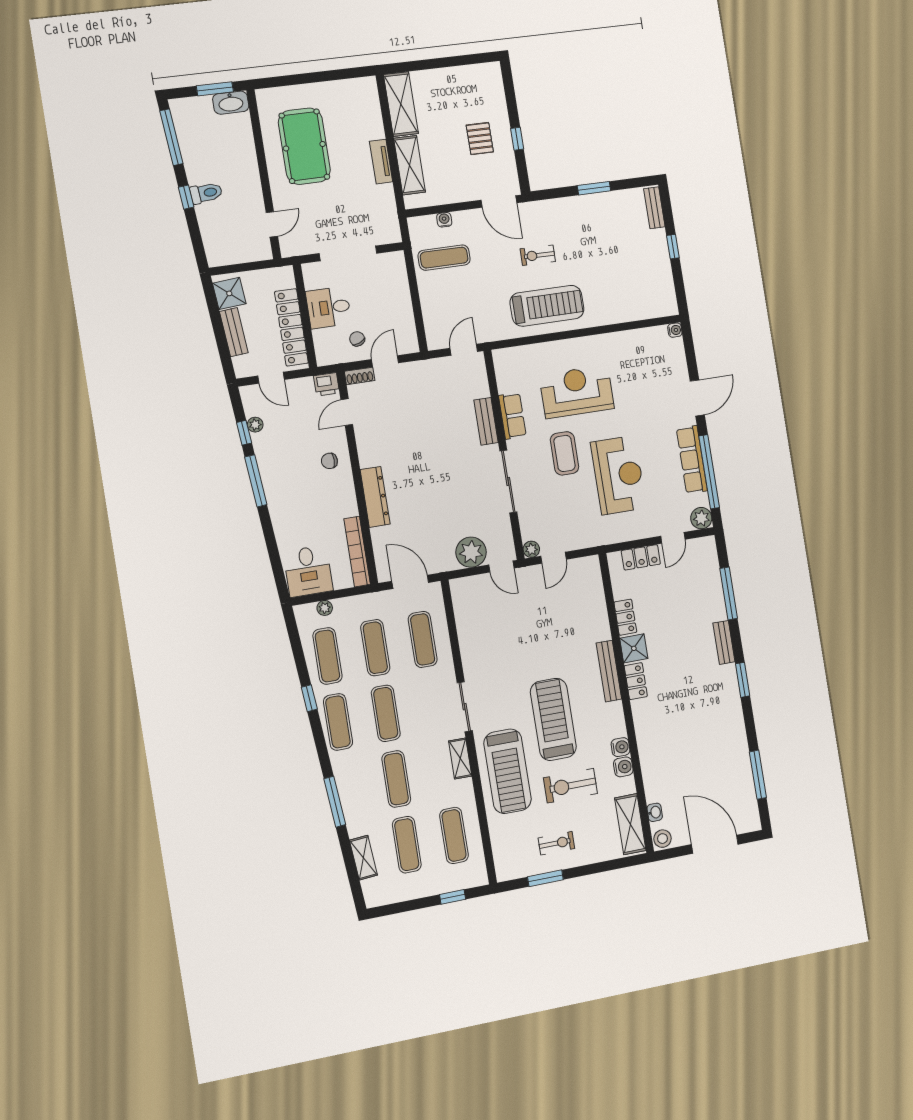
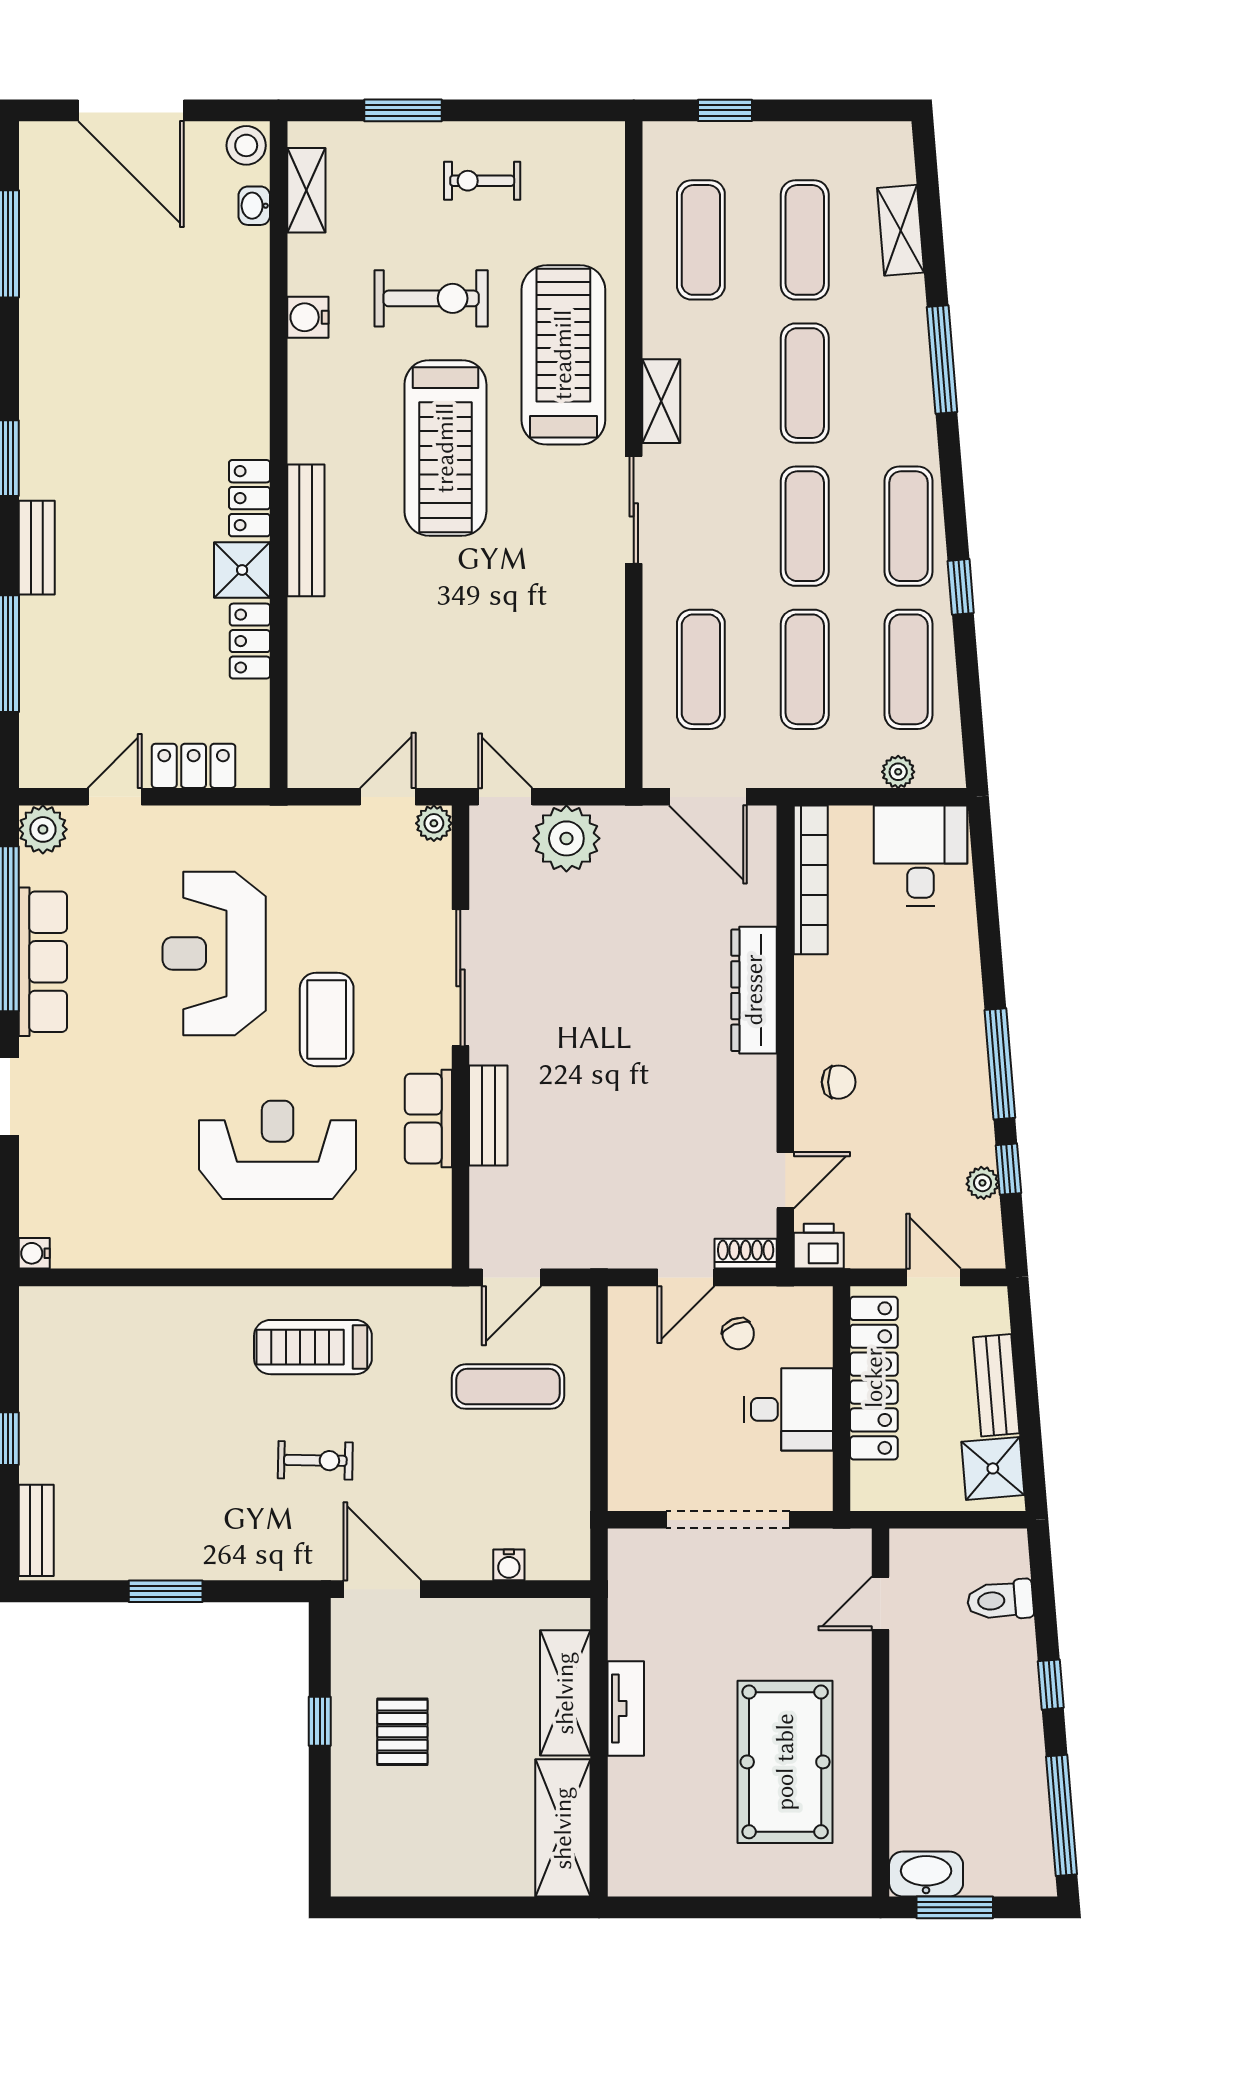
toilet: (206, 193) -> (1000, 1600), moved
exercise mat: (444, 258) -> (508, 1387), moved
treadmill: (547, 306) -> (313, 1347), width x0.73, depth x0.73
reception desk: (577, 392) -> (278, 1150), turned 180
water cooler: (621, 747) -> (307, 361), removed
shelving: (630, 824) -> (306, 190), width x0.67, depth x0.75
window: (545, 878) -> (403, 110), moved

